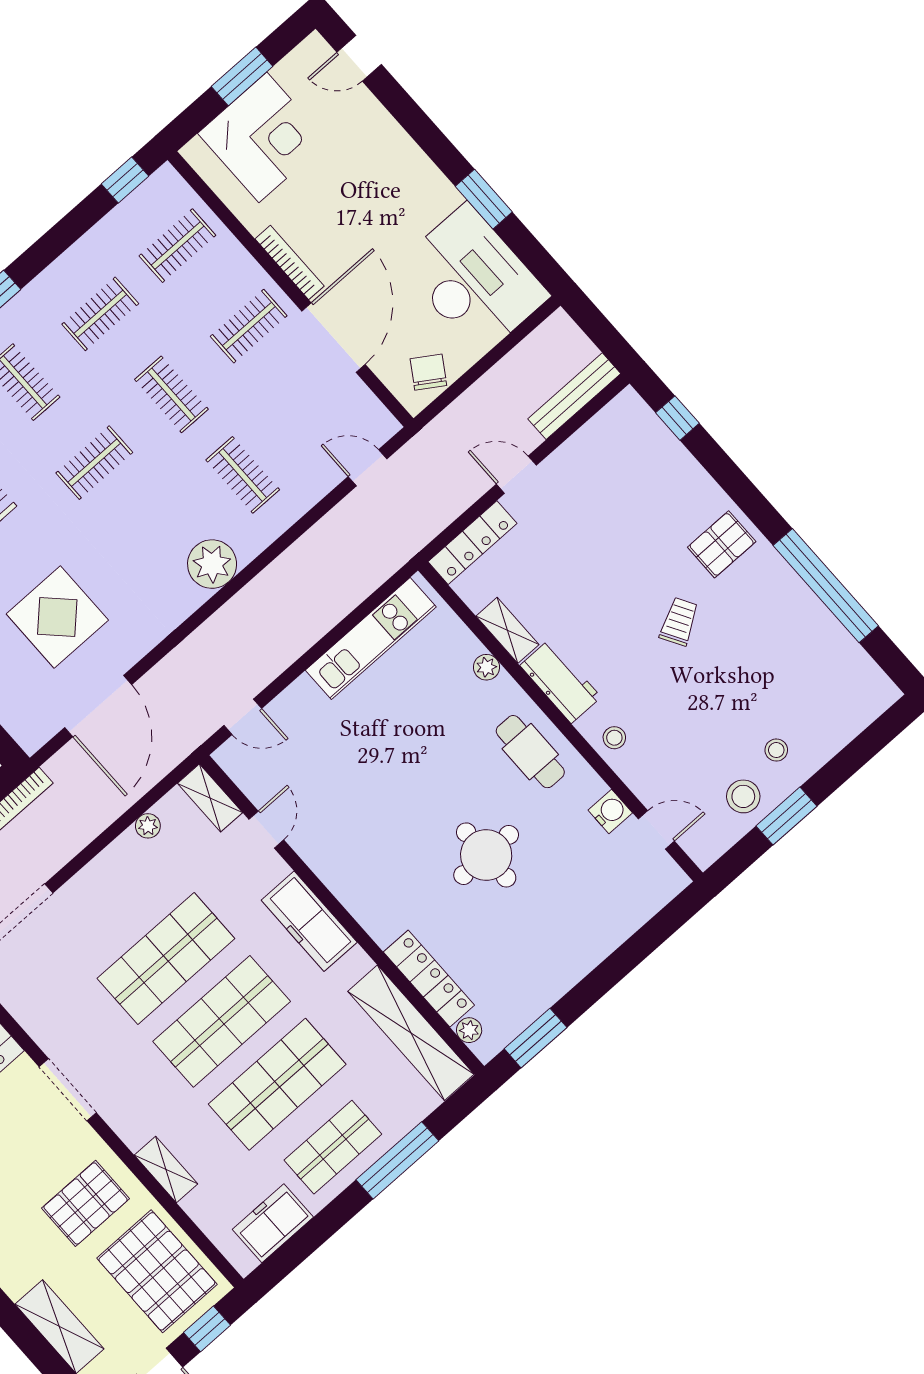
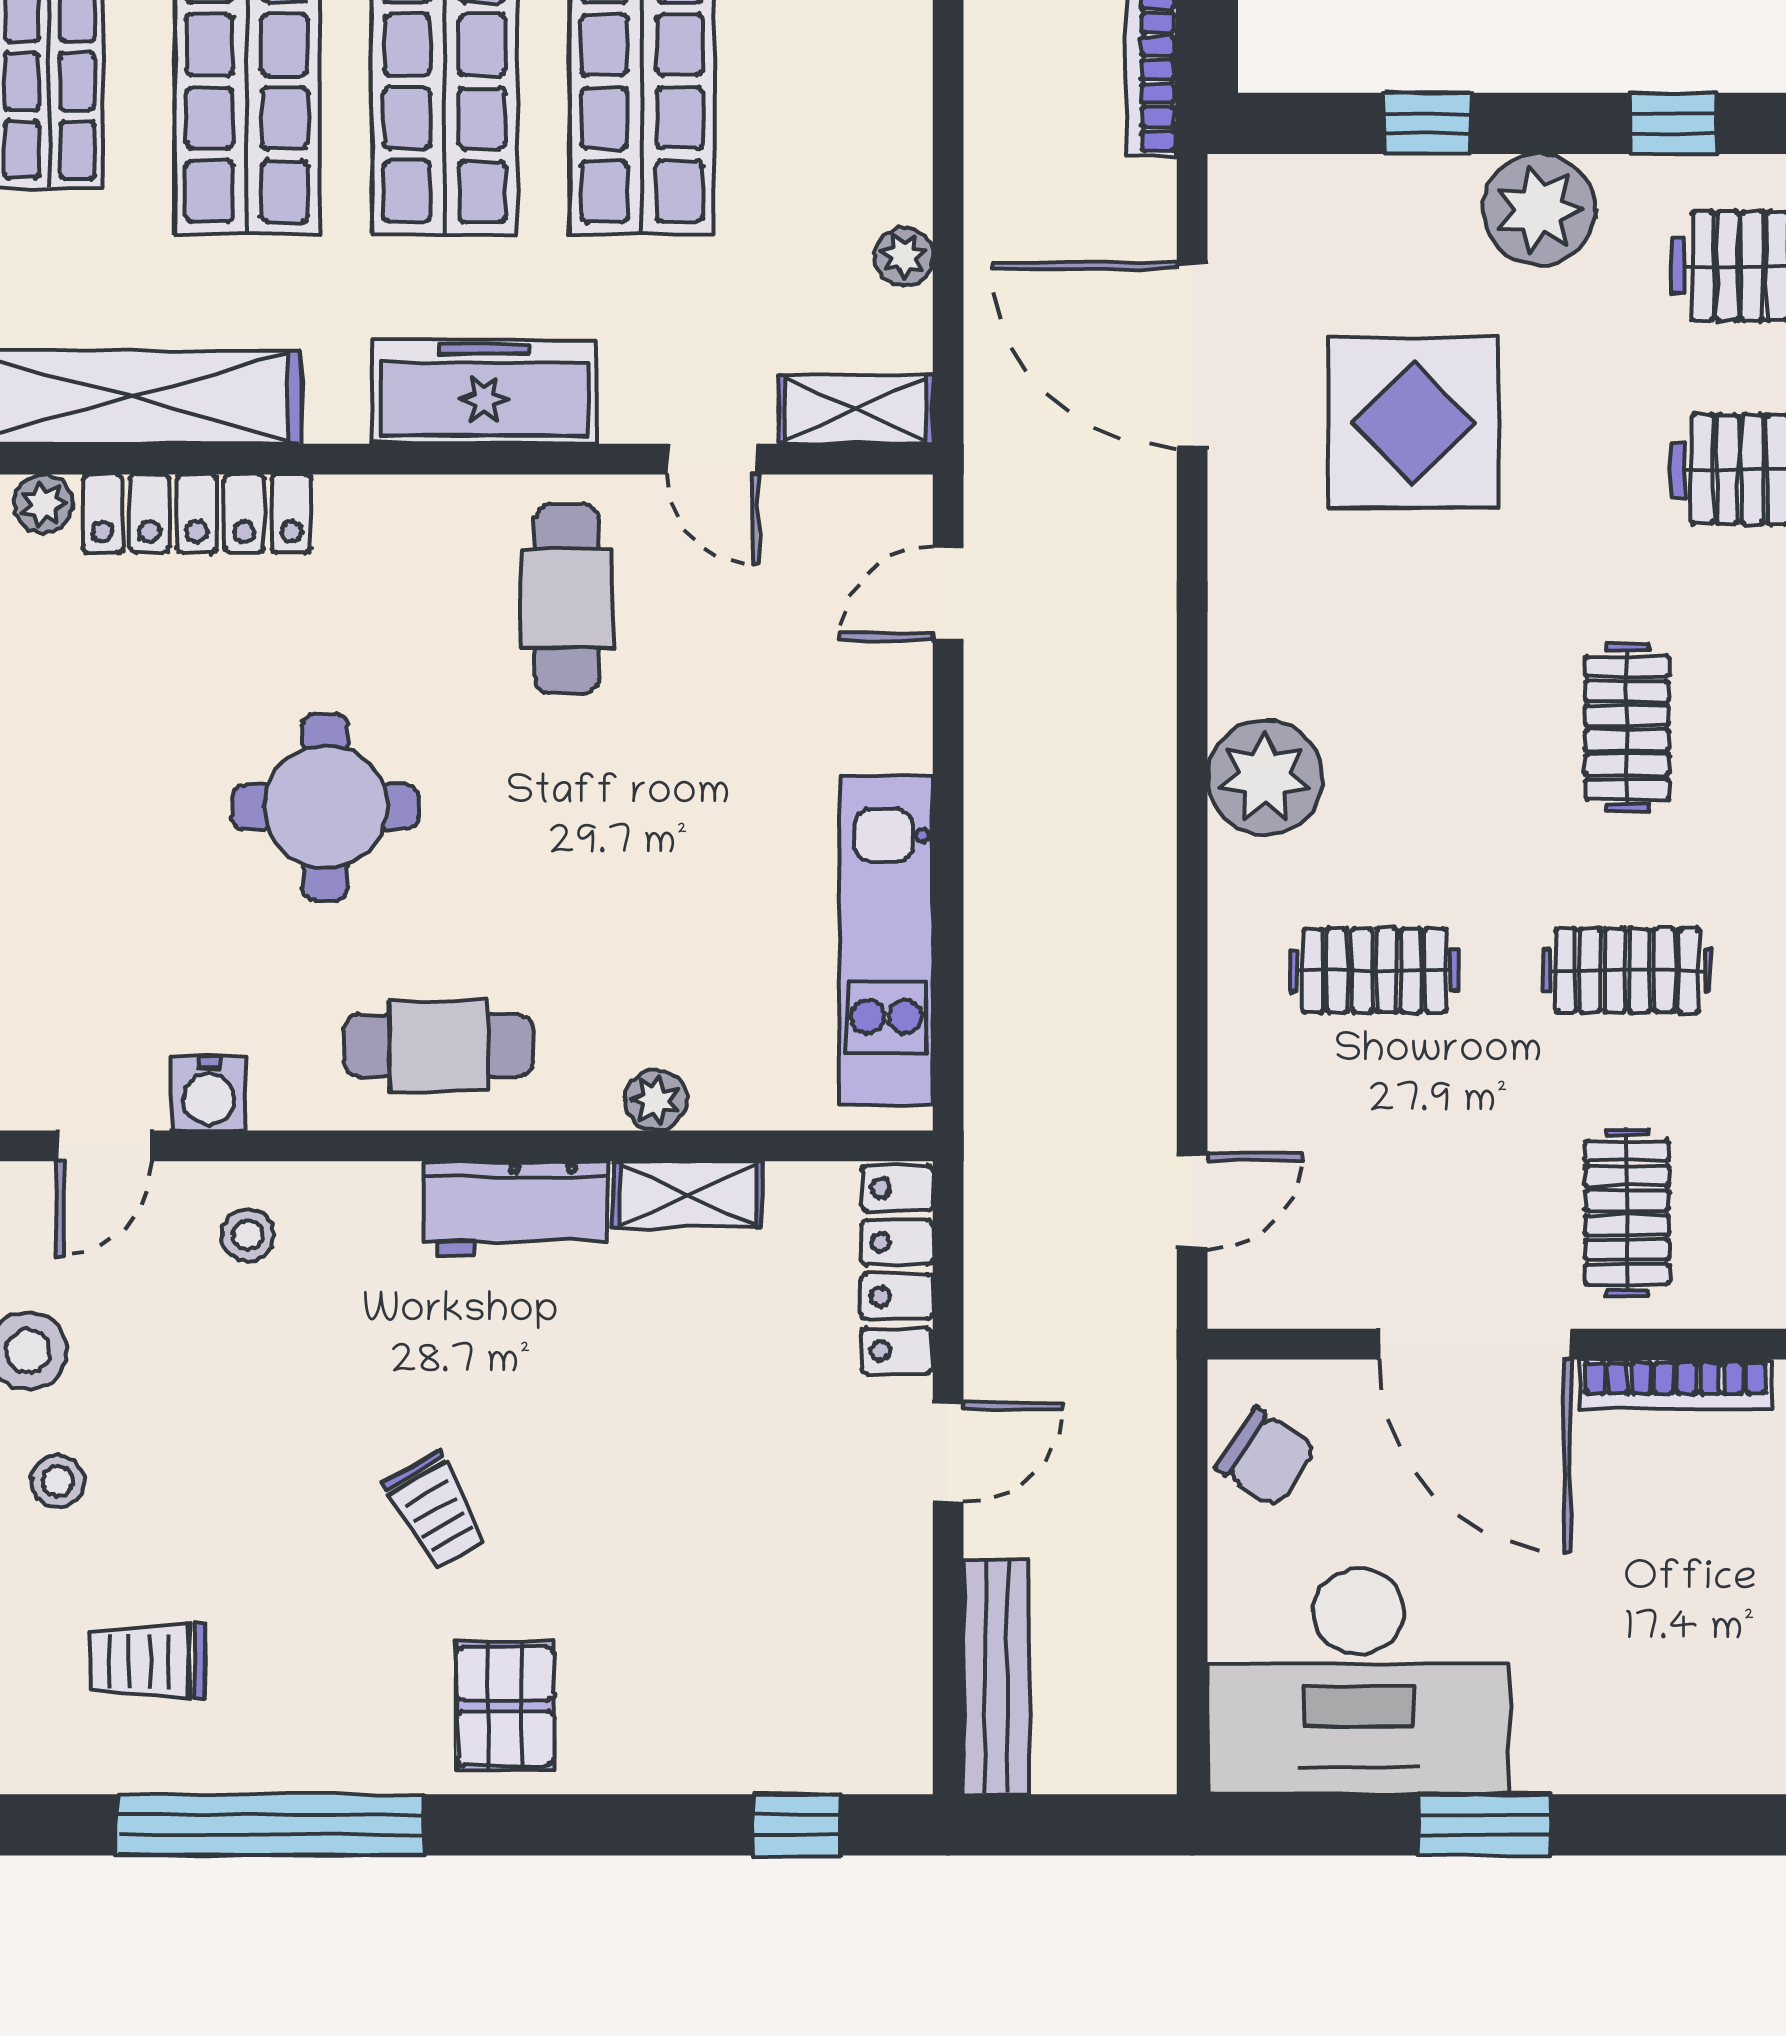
trolley: (808, 671) -> (147, 1661), added
stool: (614, 738) -> (248, 1235), moved
cafe table: (352, 837) -> (567, 599), added

